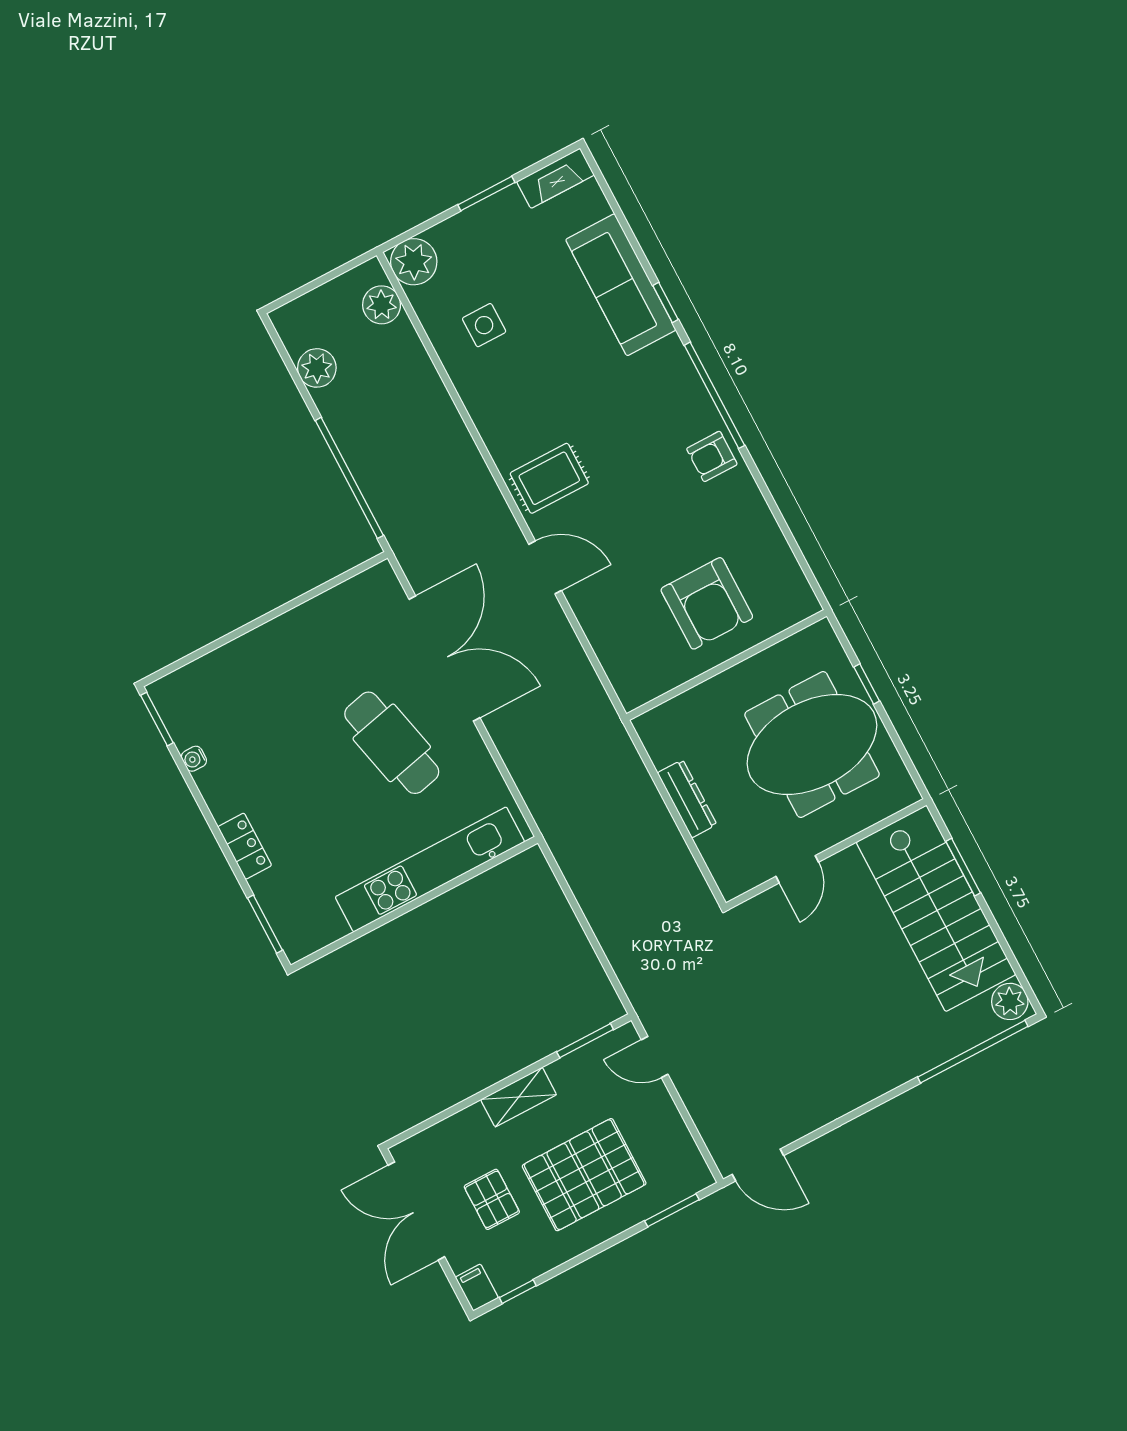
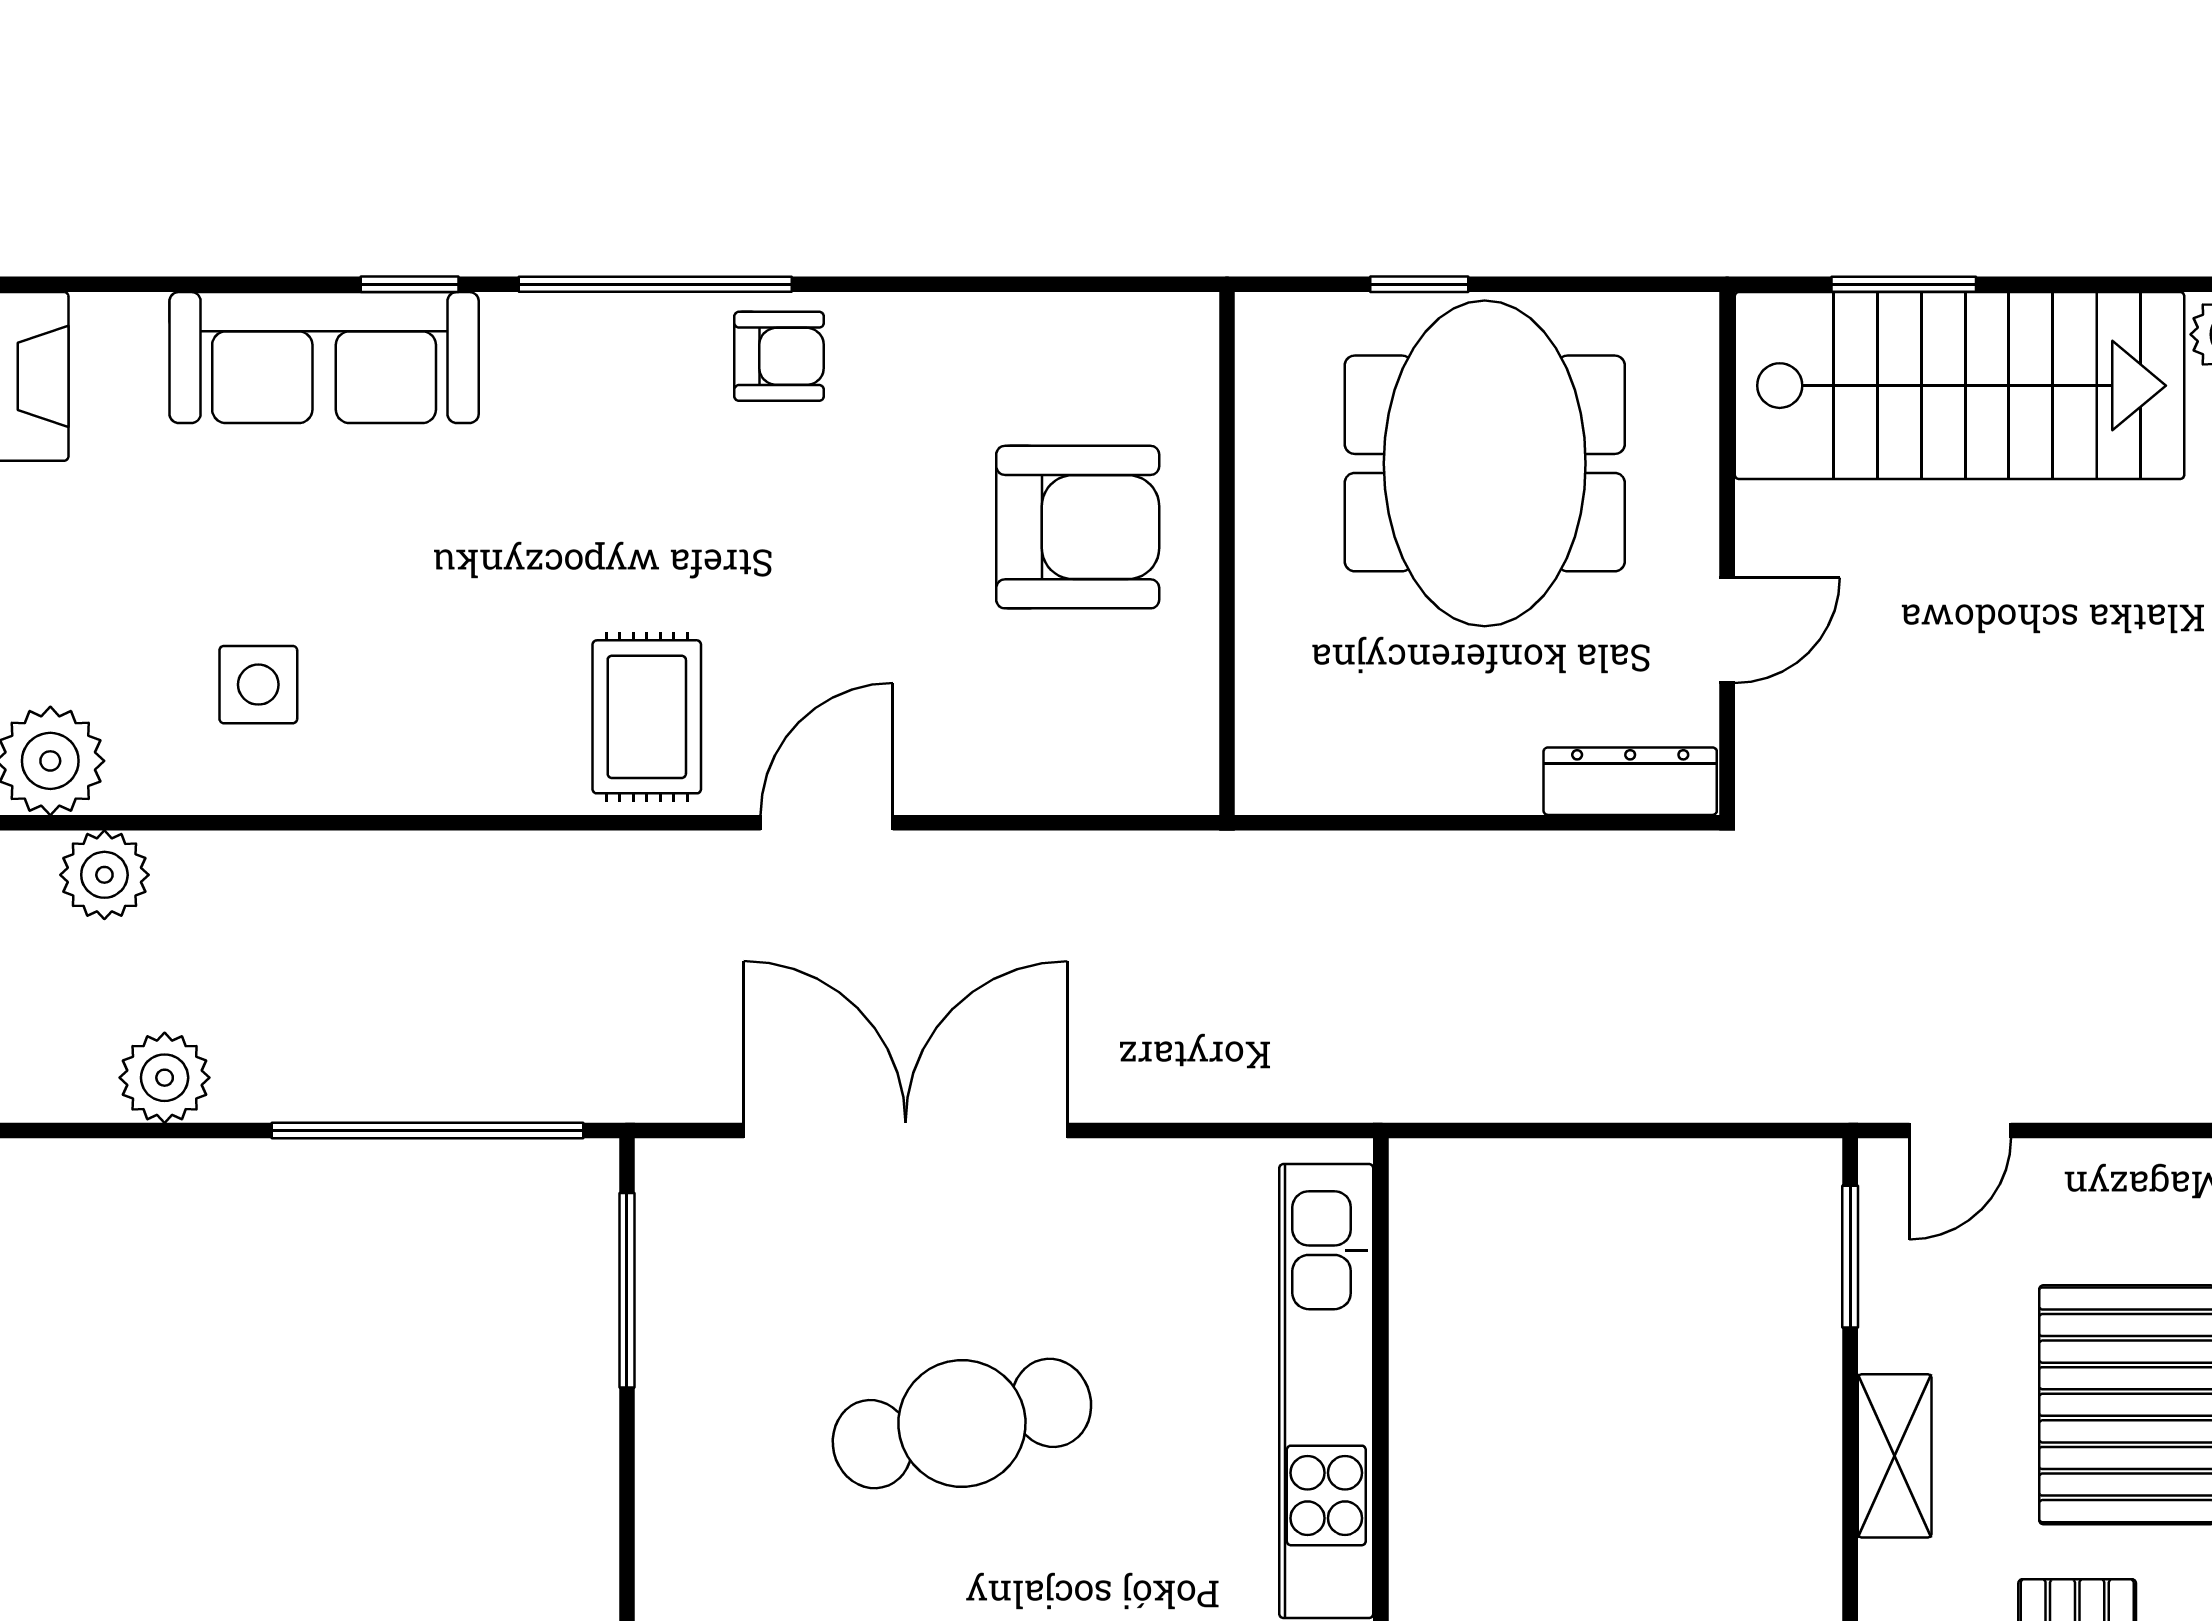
armchair: (712, 456) -> (779, 356), turned -90
window: (329, 585) -> (627, 1290), added
cafe table: (392, 743) -> (962, 1424), moved
dresser: (687, 799) -> (1630, 781), moved
door: (797, 869) -> (1727, 630), hinge flipped

